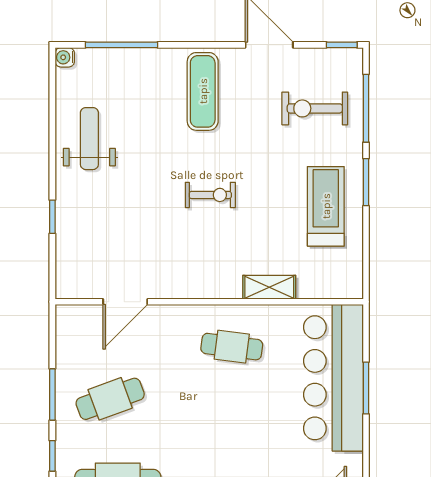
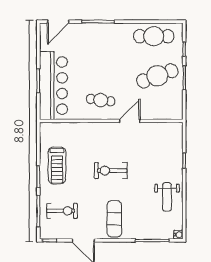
exercise bike: (210, 195) -> (111, 171), width x1.38, depth x1.39
shelving: (269, 287) -> (83, 128), removed
door: (125, 302) -> (130, 121), moved
cafe table: (110, 399) -> (157, 76), width x1.37, depth x1.35

